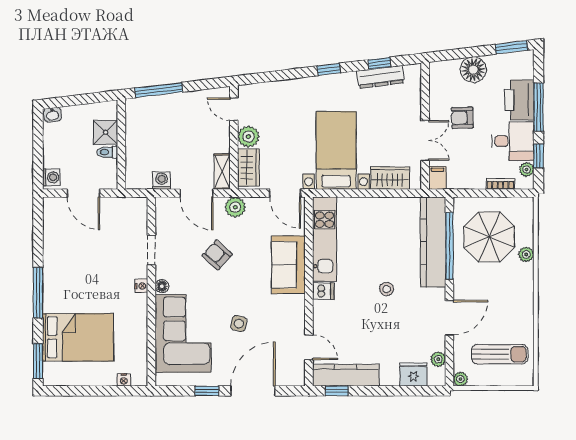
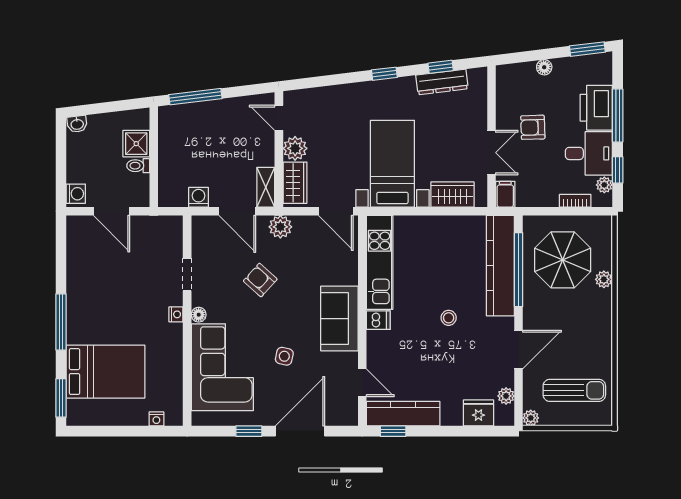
floor lamp: (473, 70) -> (544, 67), width x0.53, depth x0.53
sofa: (288, 265) -> (339, 319), moved

